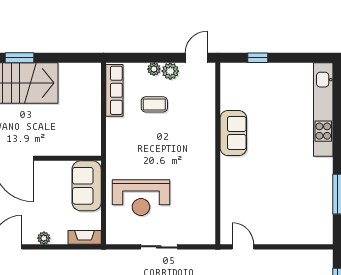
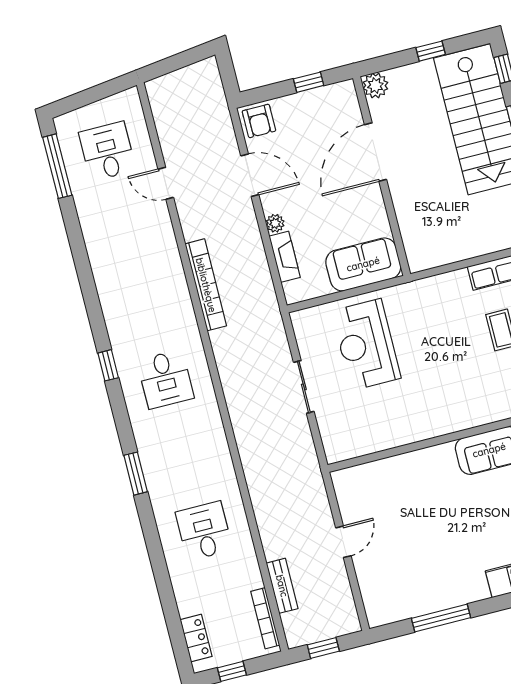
fireplace: (85, 237) -> (285, 257), moved
door: (243, 247) -> (343, 542), moved

